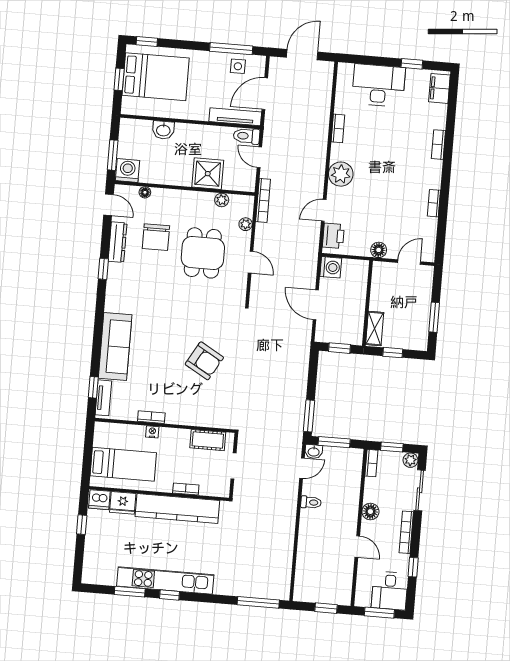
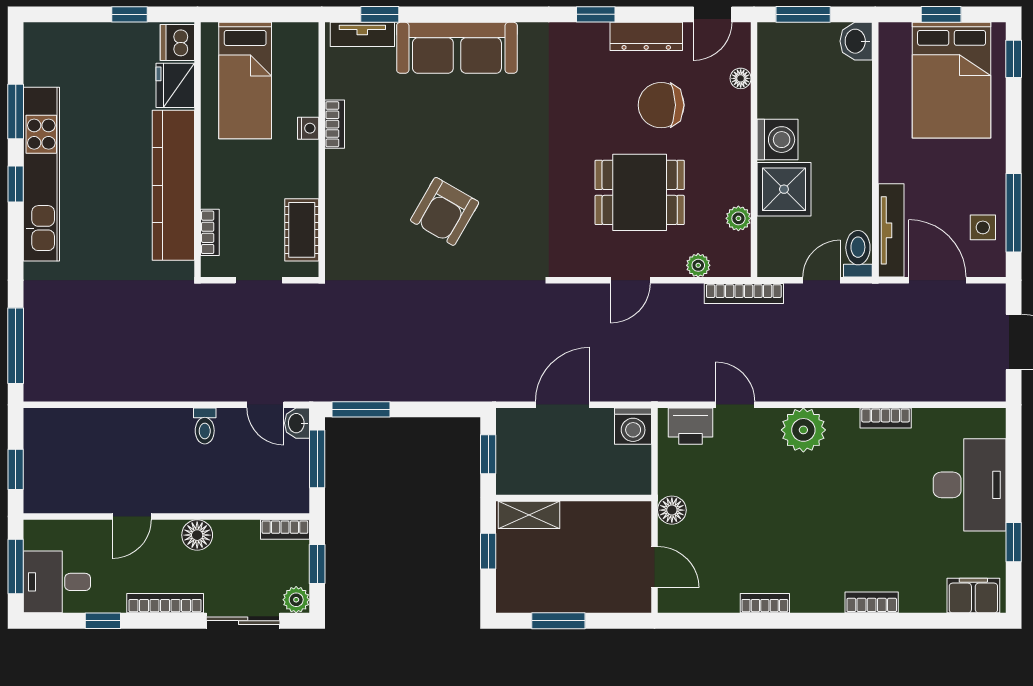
washbasin: (163, 130) -> (856, 41), moved
washing machine: (128, 170) -> (777, 140), moved
bookcase: (186, 489) -> (210, 232), moved

